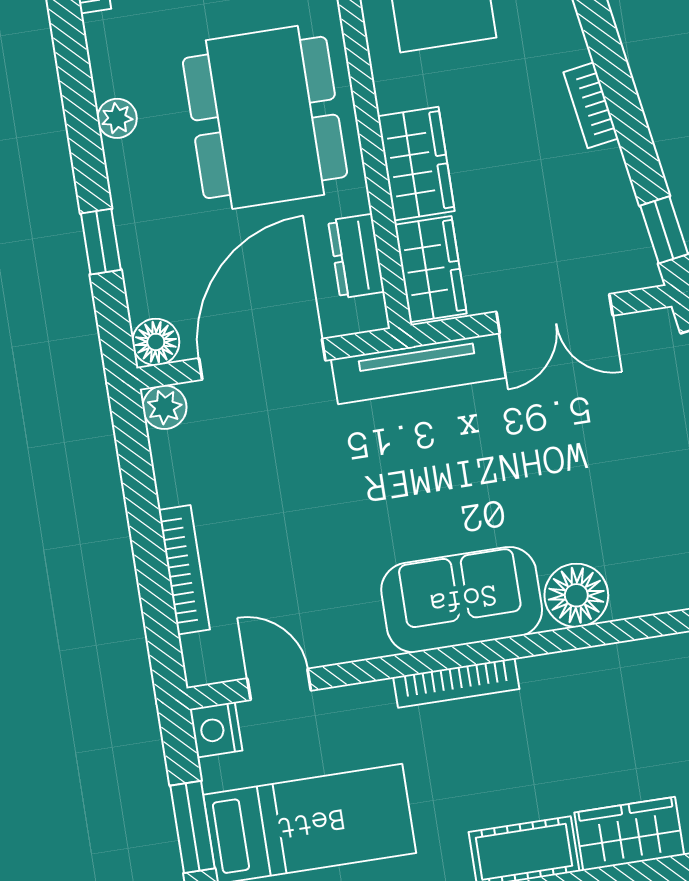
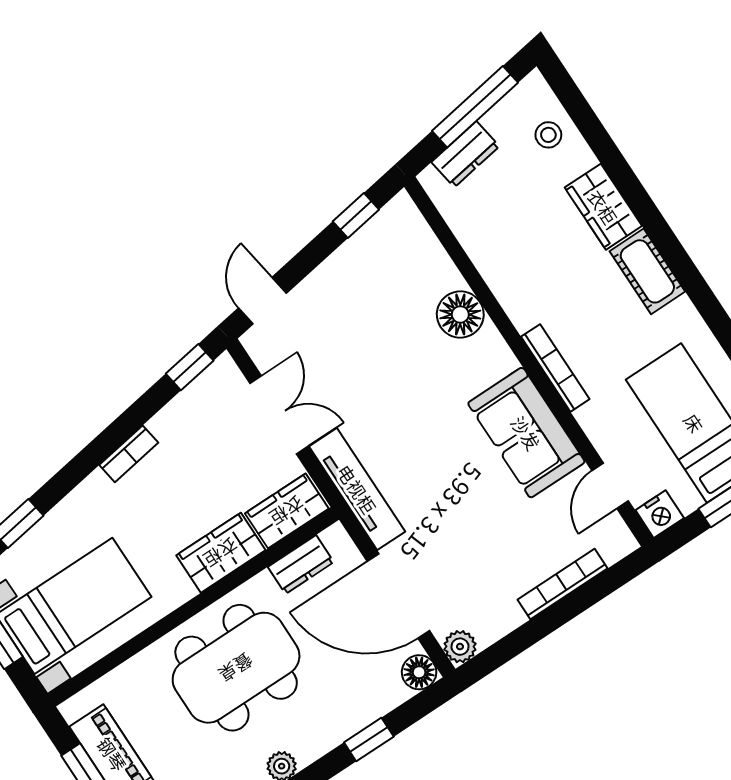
sofa: (462, 600) -> (526, 433), moved

